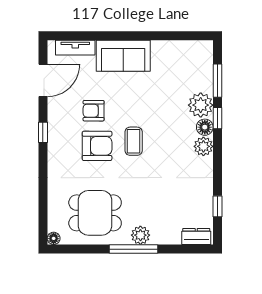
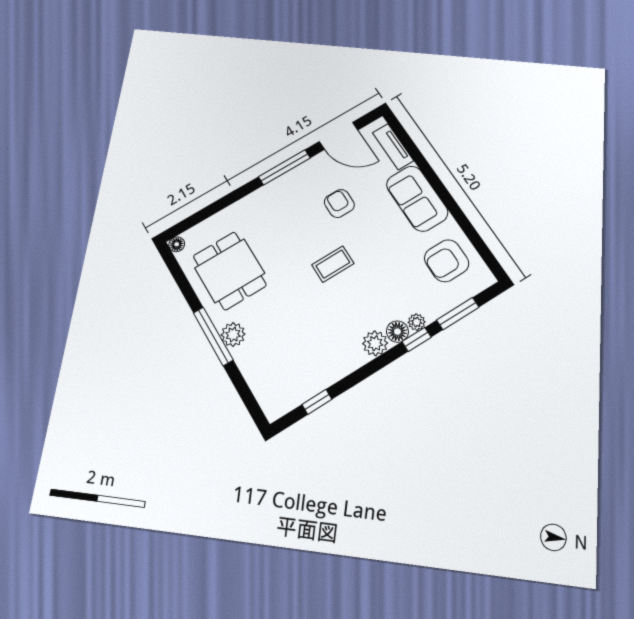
plant: (201, 105) -> (417, 322), width x0.53, depth x0.53
window: (43, 132) -> (284, 167), width x2.17
armchair: (97, 146) -> (447, 261), moved, turned 90
dresser: (196, 236) -> (268, 399), removed

